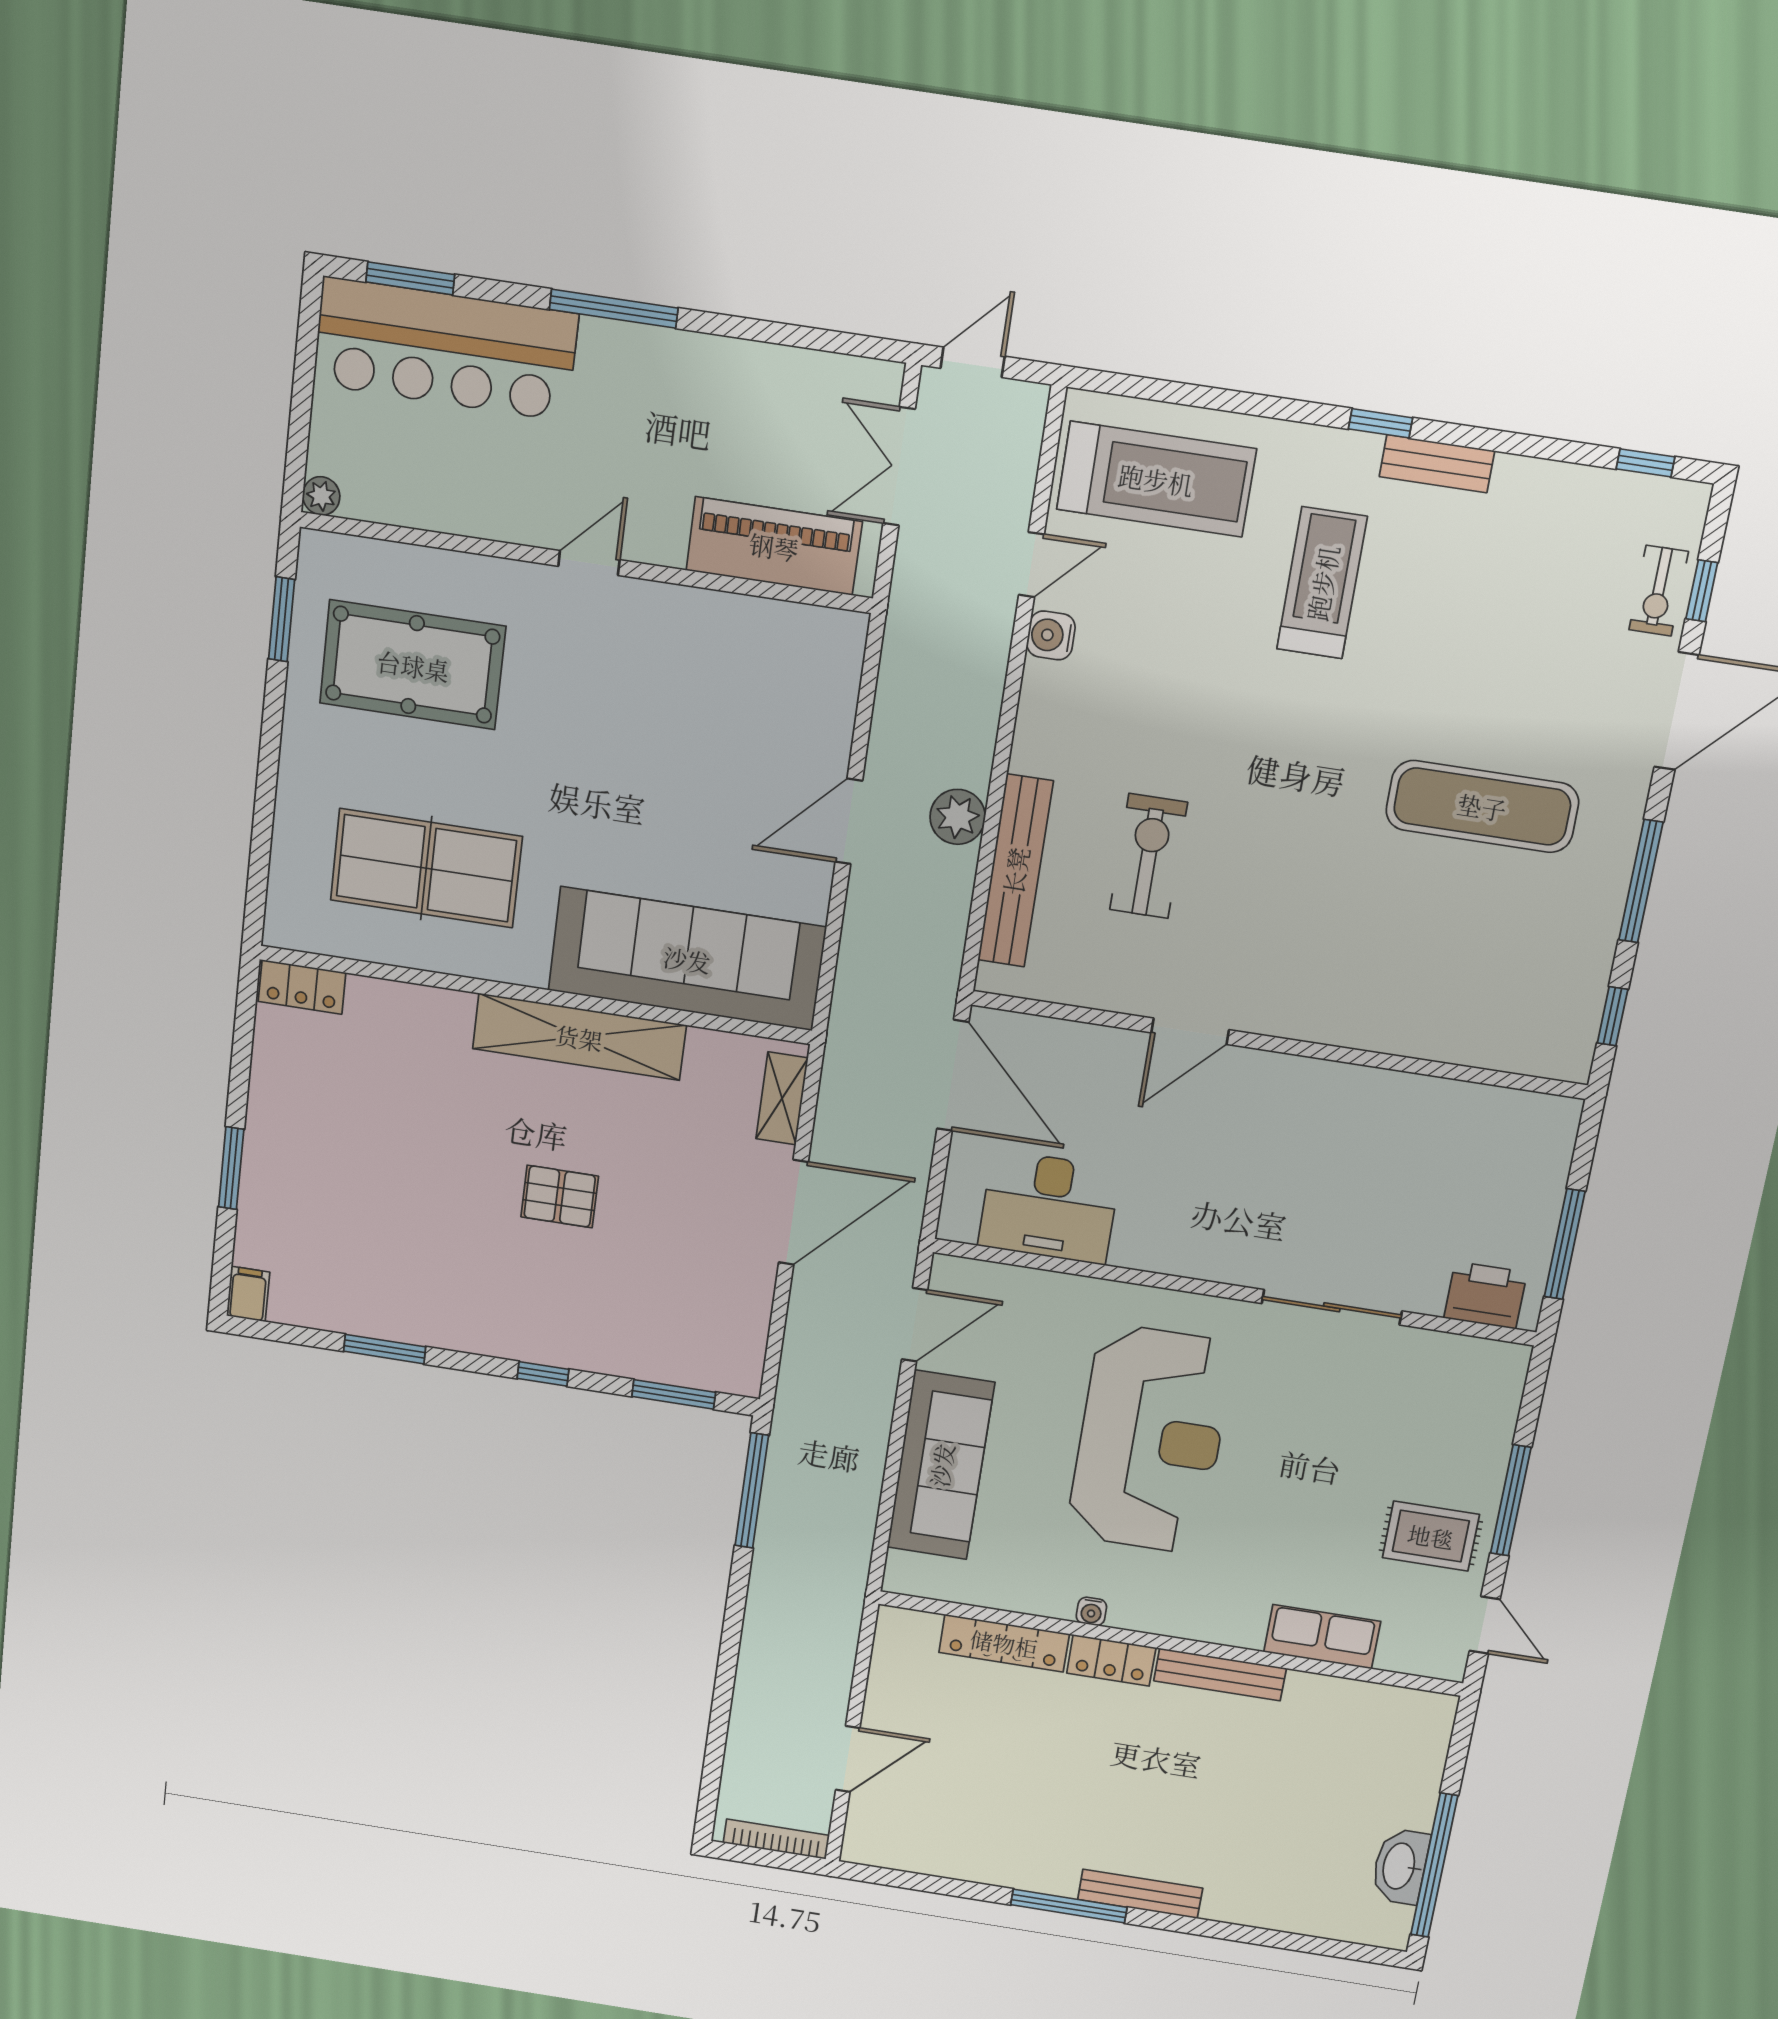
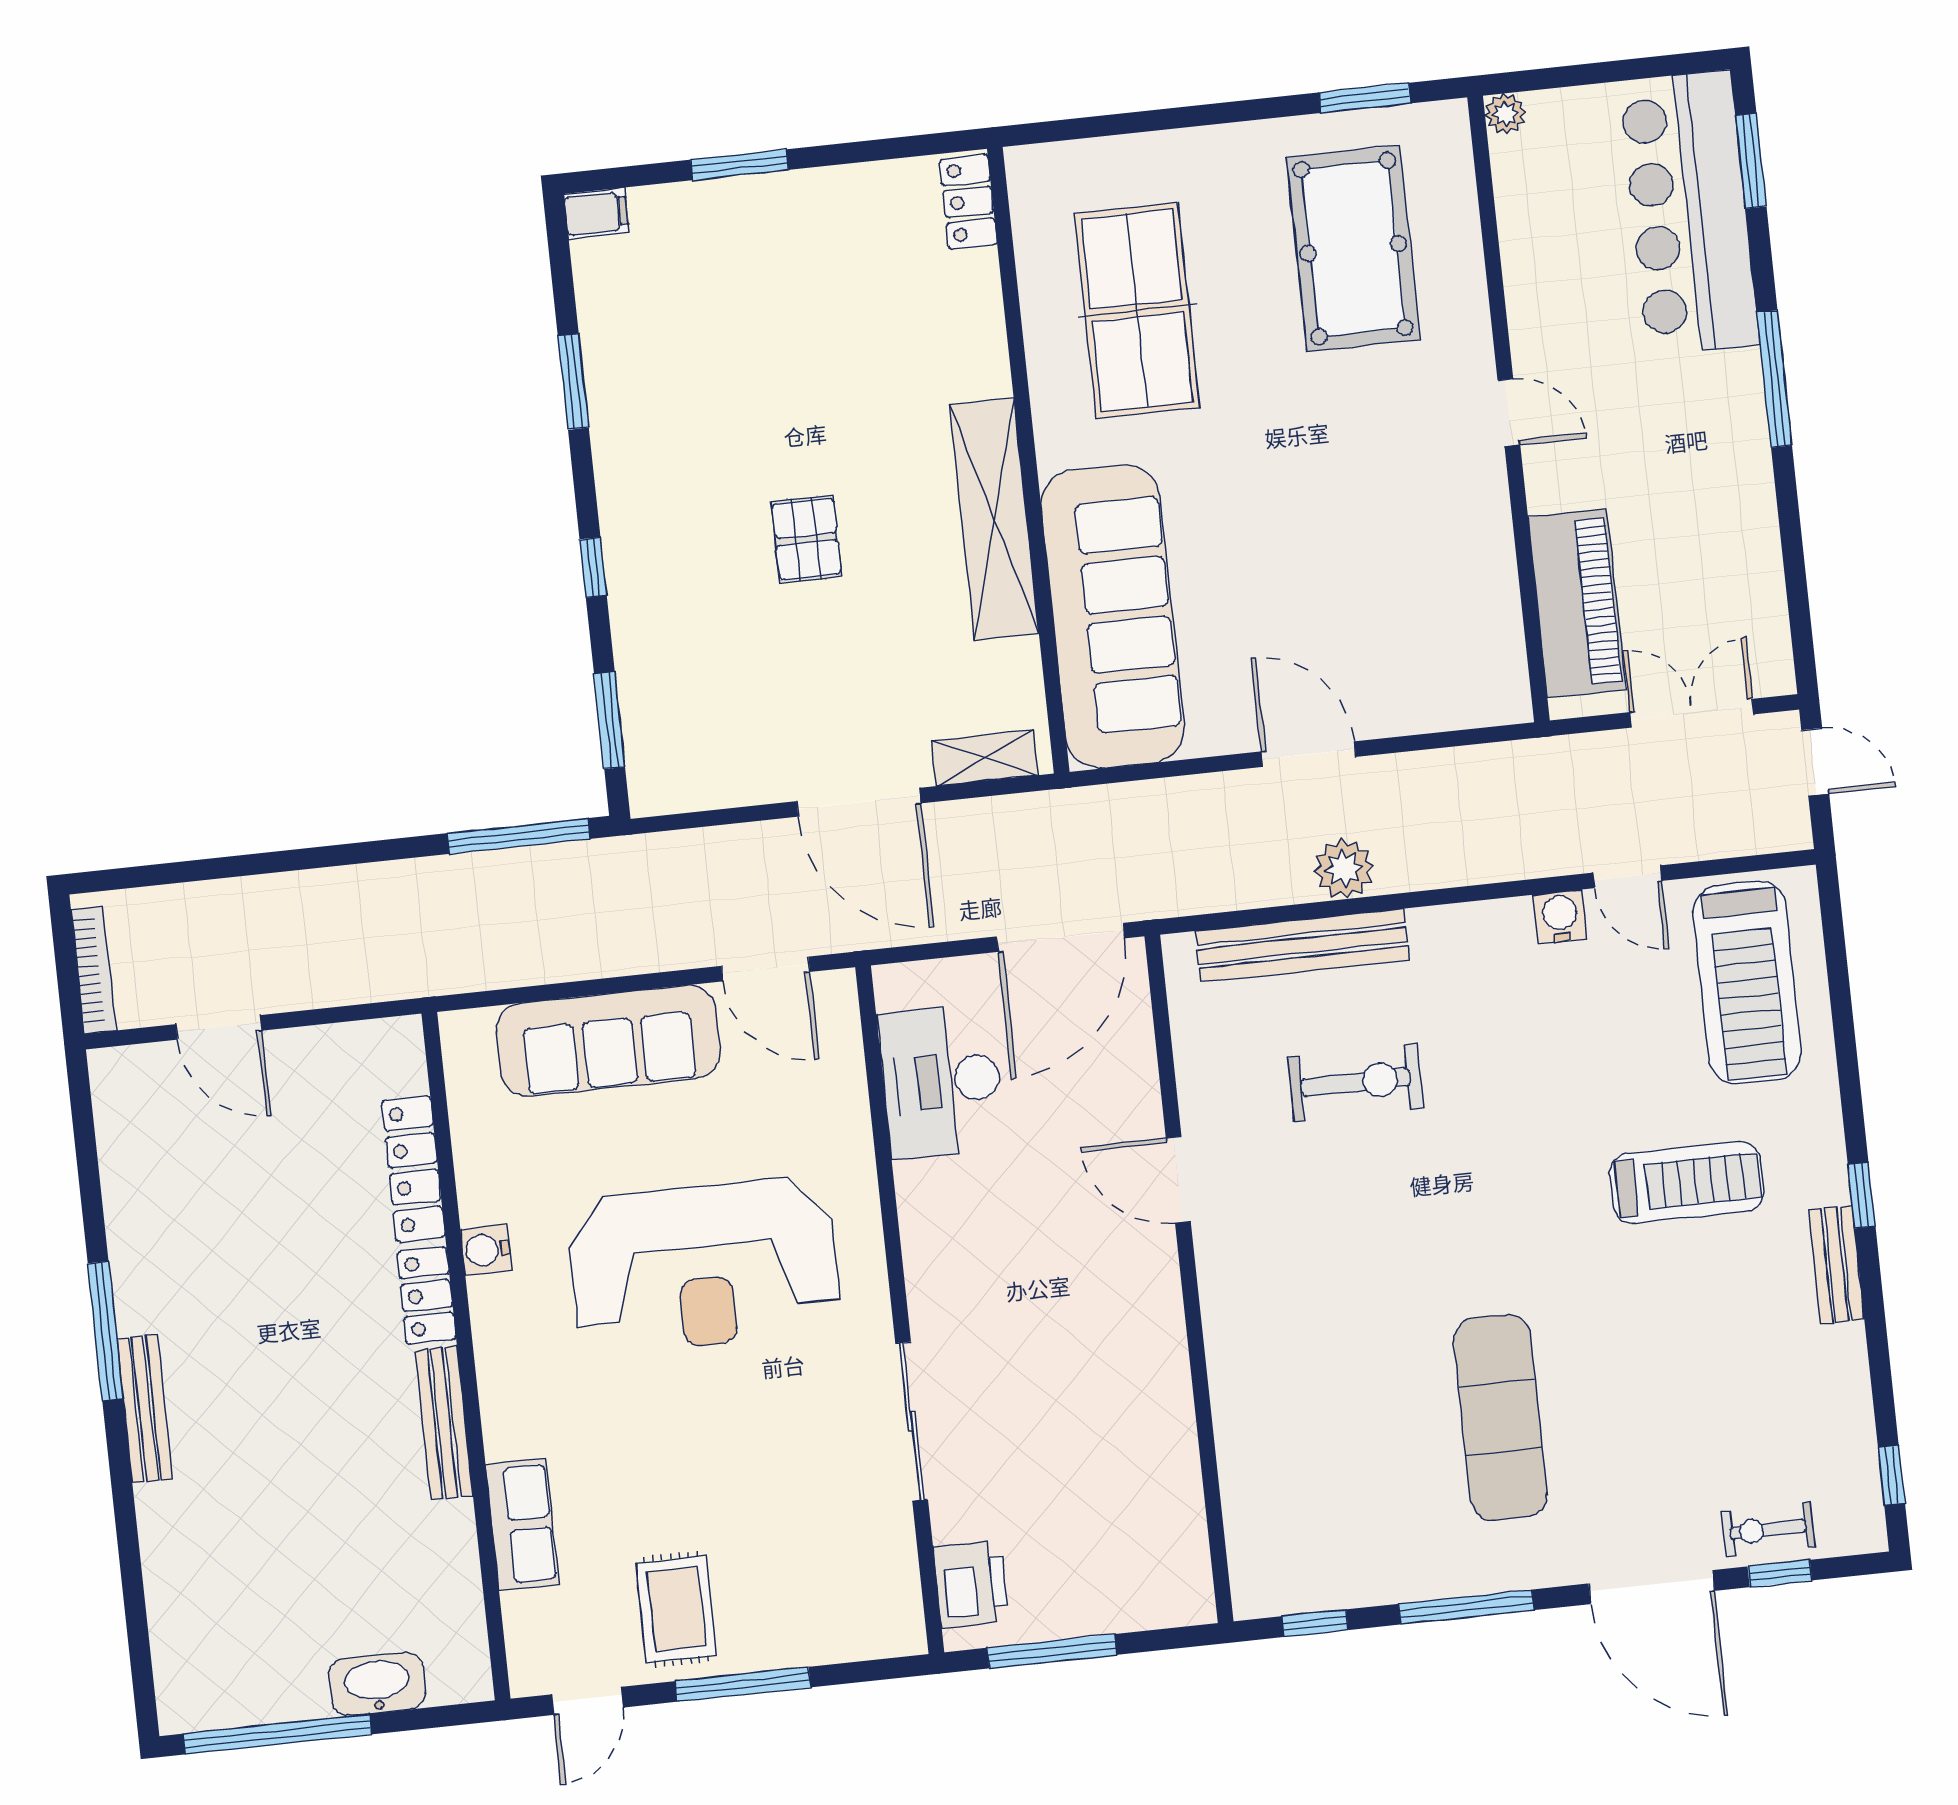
water cooler: (1091, 1611) -> (486, 1250), width x1.38, depth x1.38
washbasin: (1400, 1866) -> (377, 1684), moved

